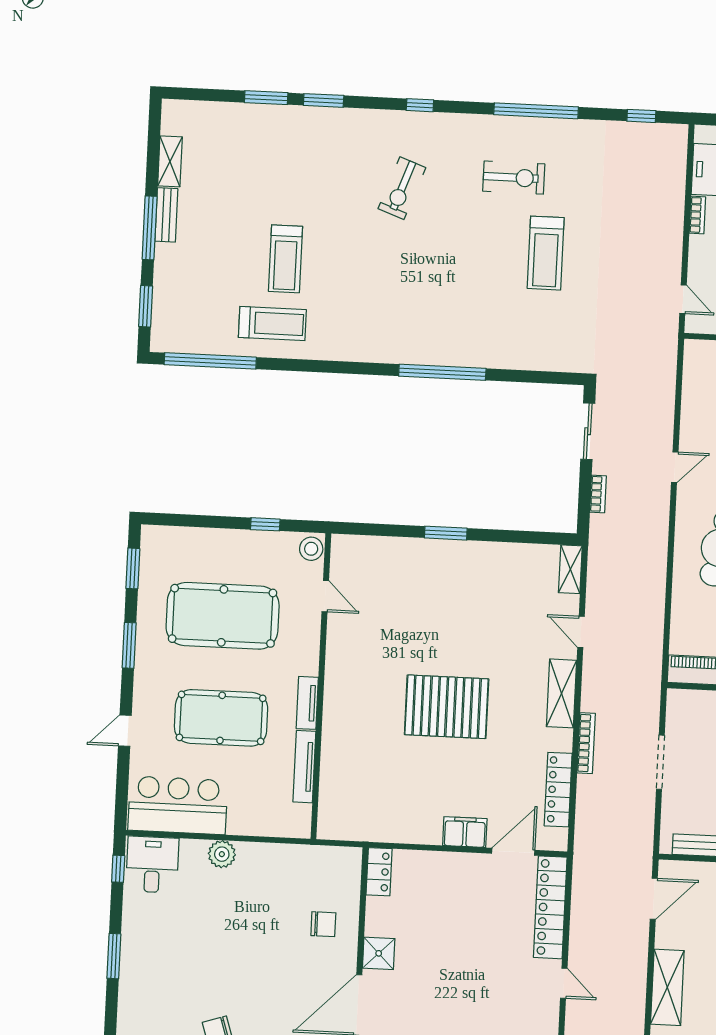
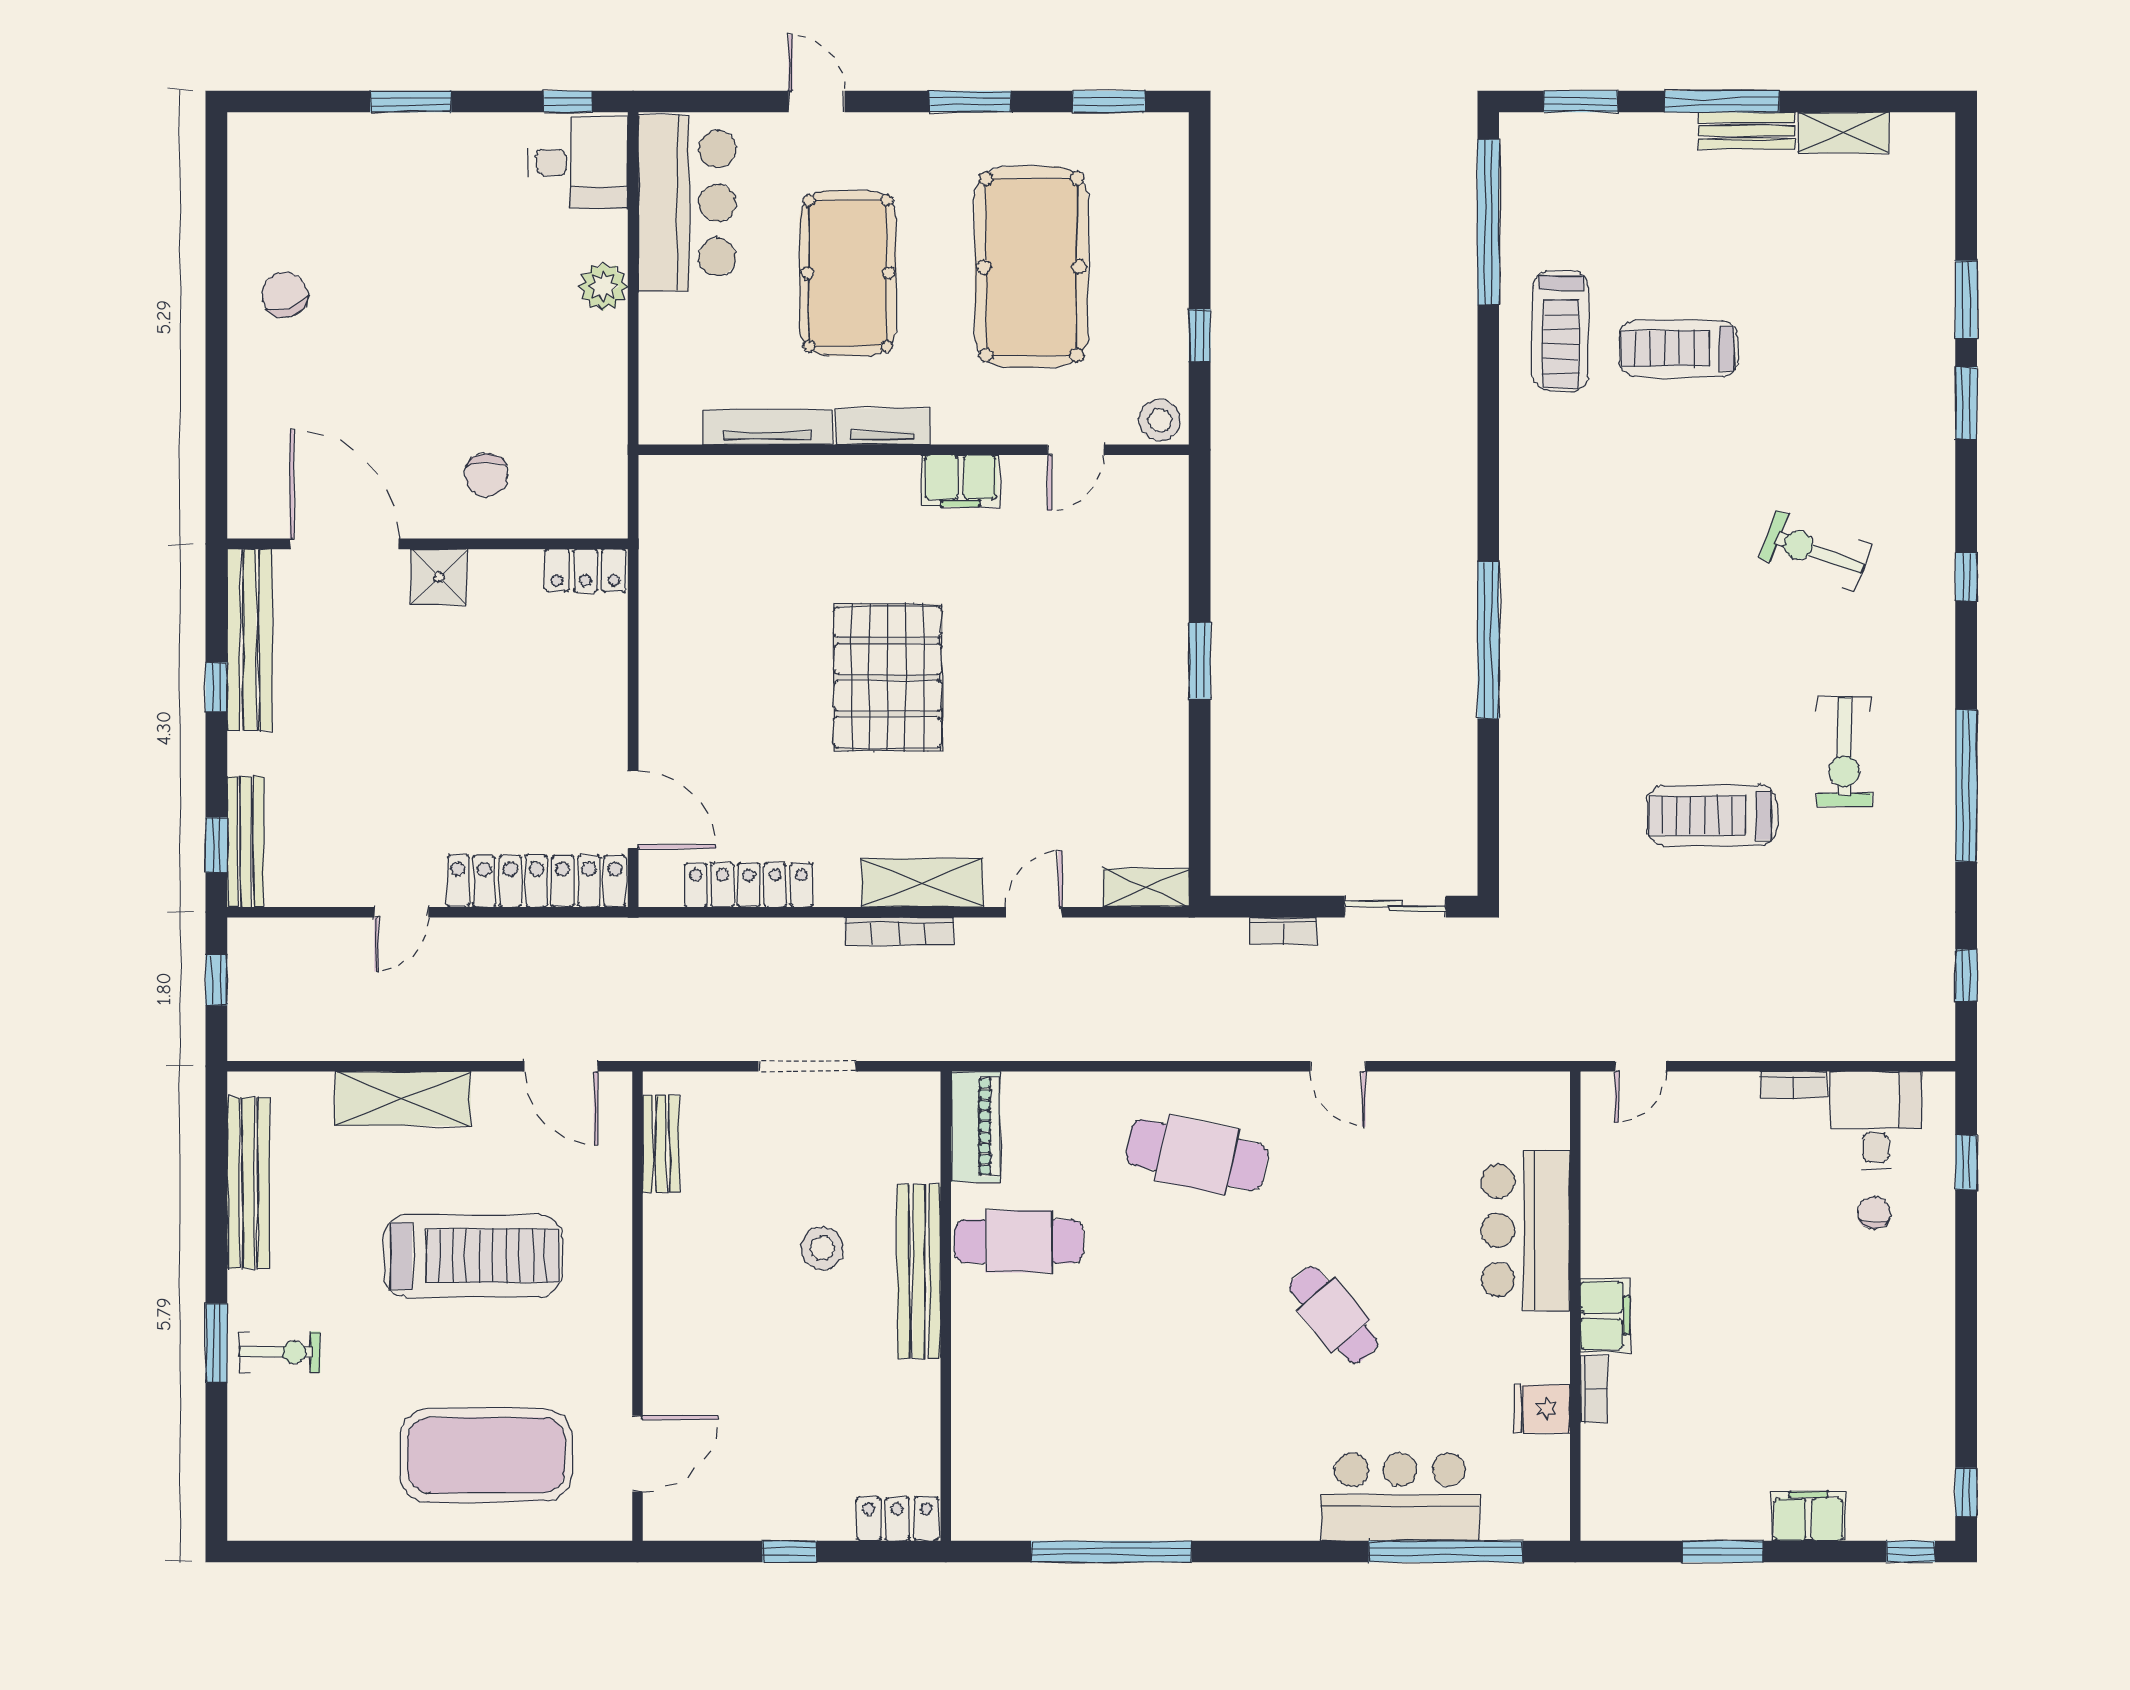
bookcase: (586, 743) -> (899, 931), moved
filing cabinet: (465, 832) -> (961, 481), moved, turned 90

